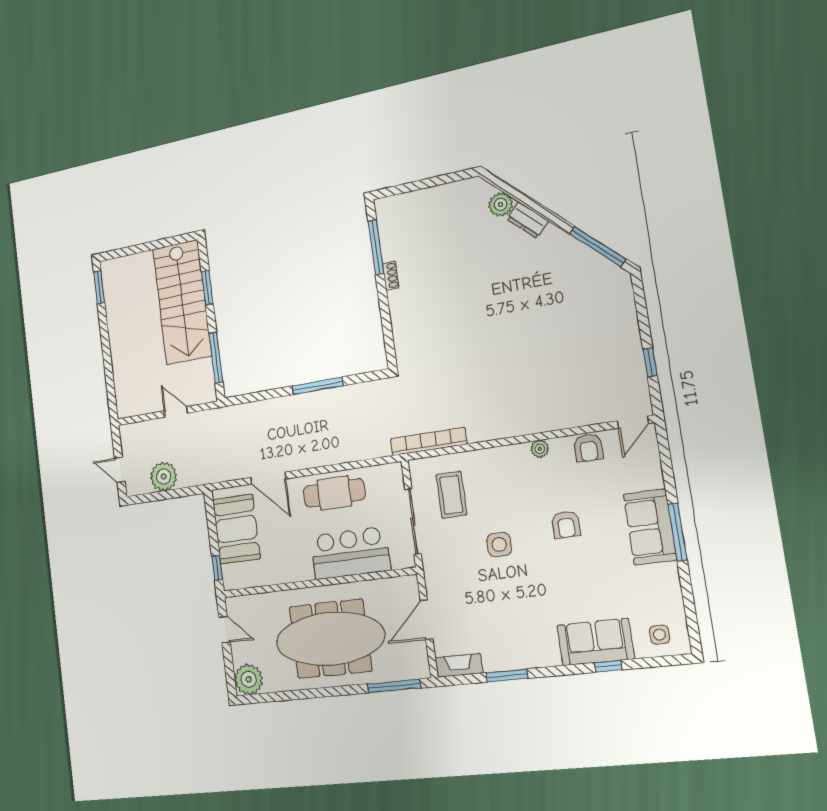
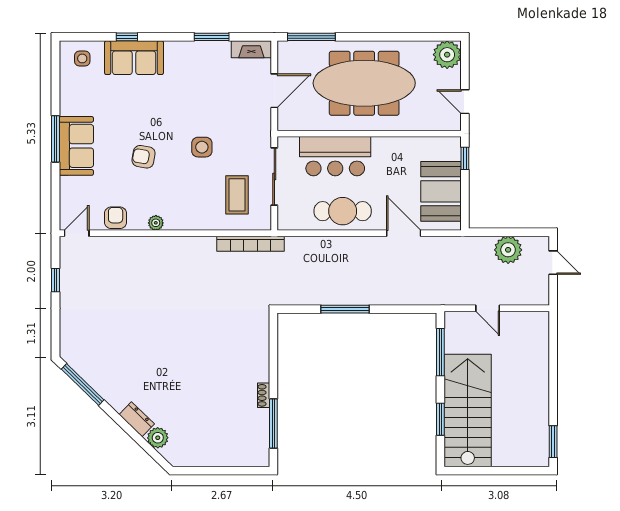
armchair: (566, 524) -> (144, 157), turned -80

